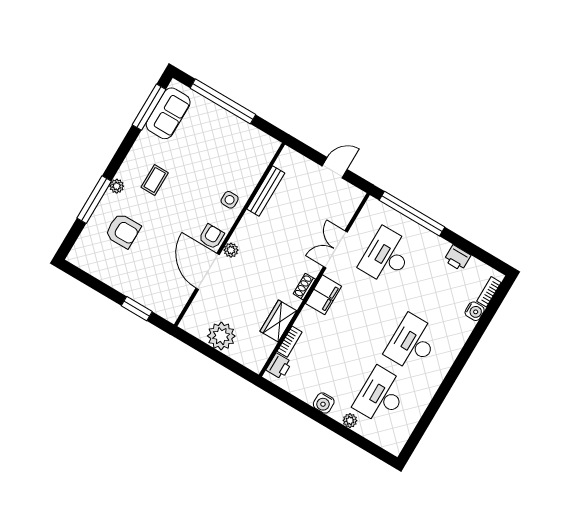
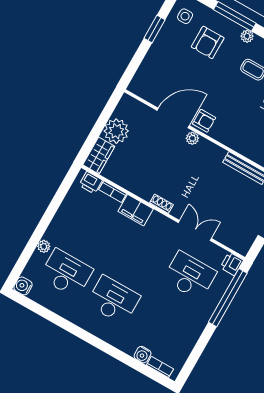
side table: (230, 200) -> (185, 16), moved
printer: (457, 258) -> (232, 264), moved
filing cabinet: (324, 295) -> (136, 210), moved
window: (137, 309) -> (154, 29), moved
wardrobe: (278, 321) -> (99, 156), moved, turned 90
water cooler: (324, 403) -> (23, 286), moved

